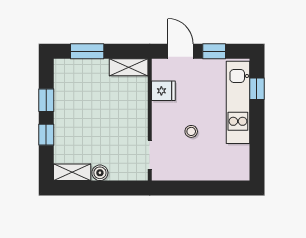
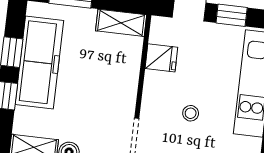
freezer: (69, 106) -> (39, 62), added

